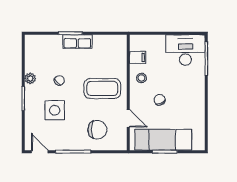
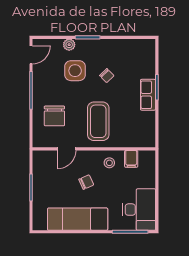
plant: (30, 78) -> (69, 45), moved
exam couch: (163, 140) -> (78, 219), moved, turned -90

